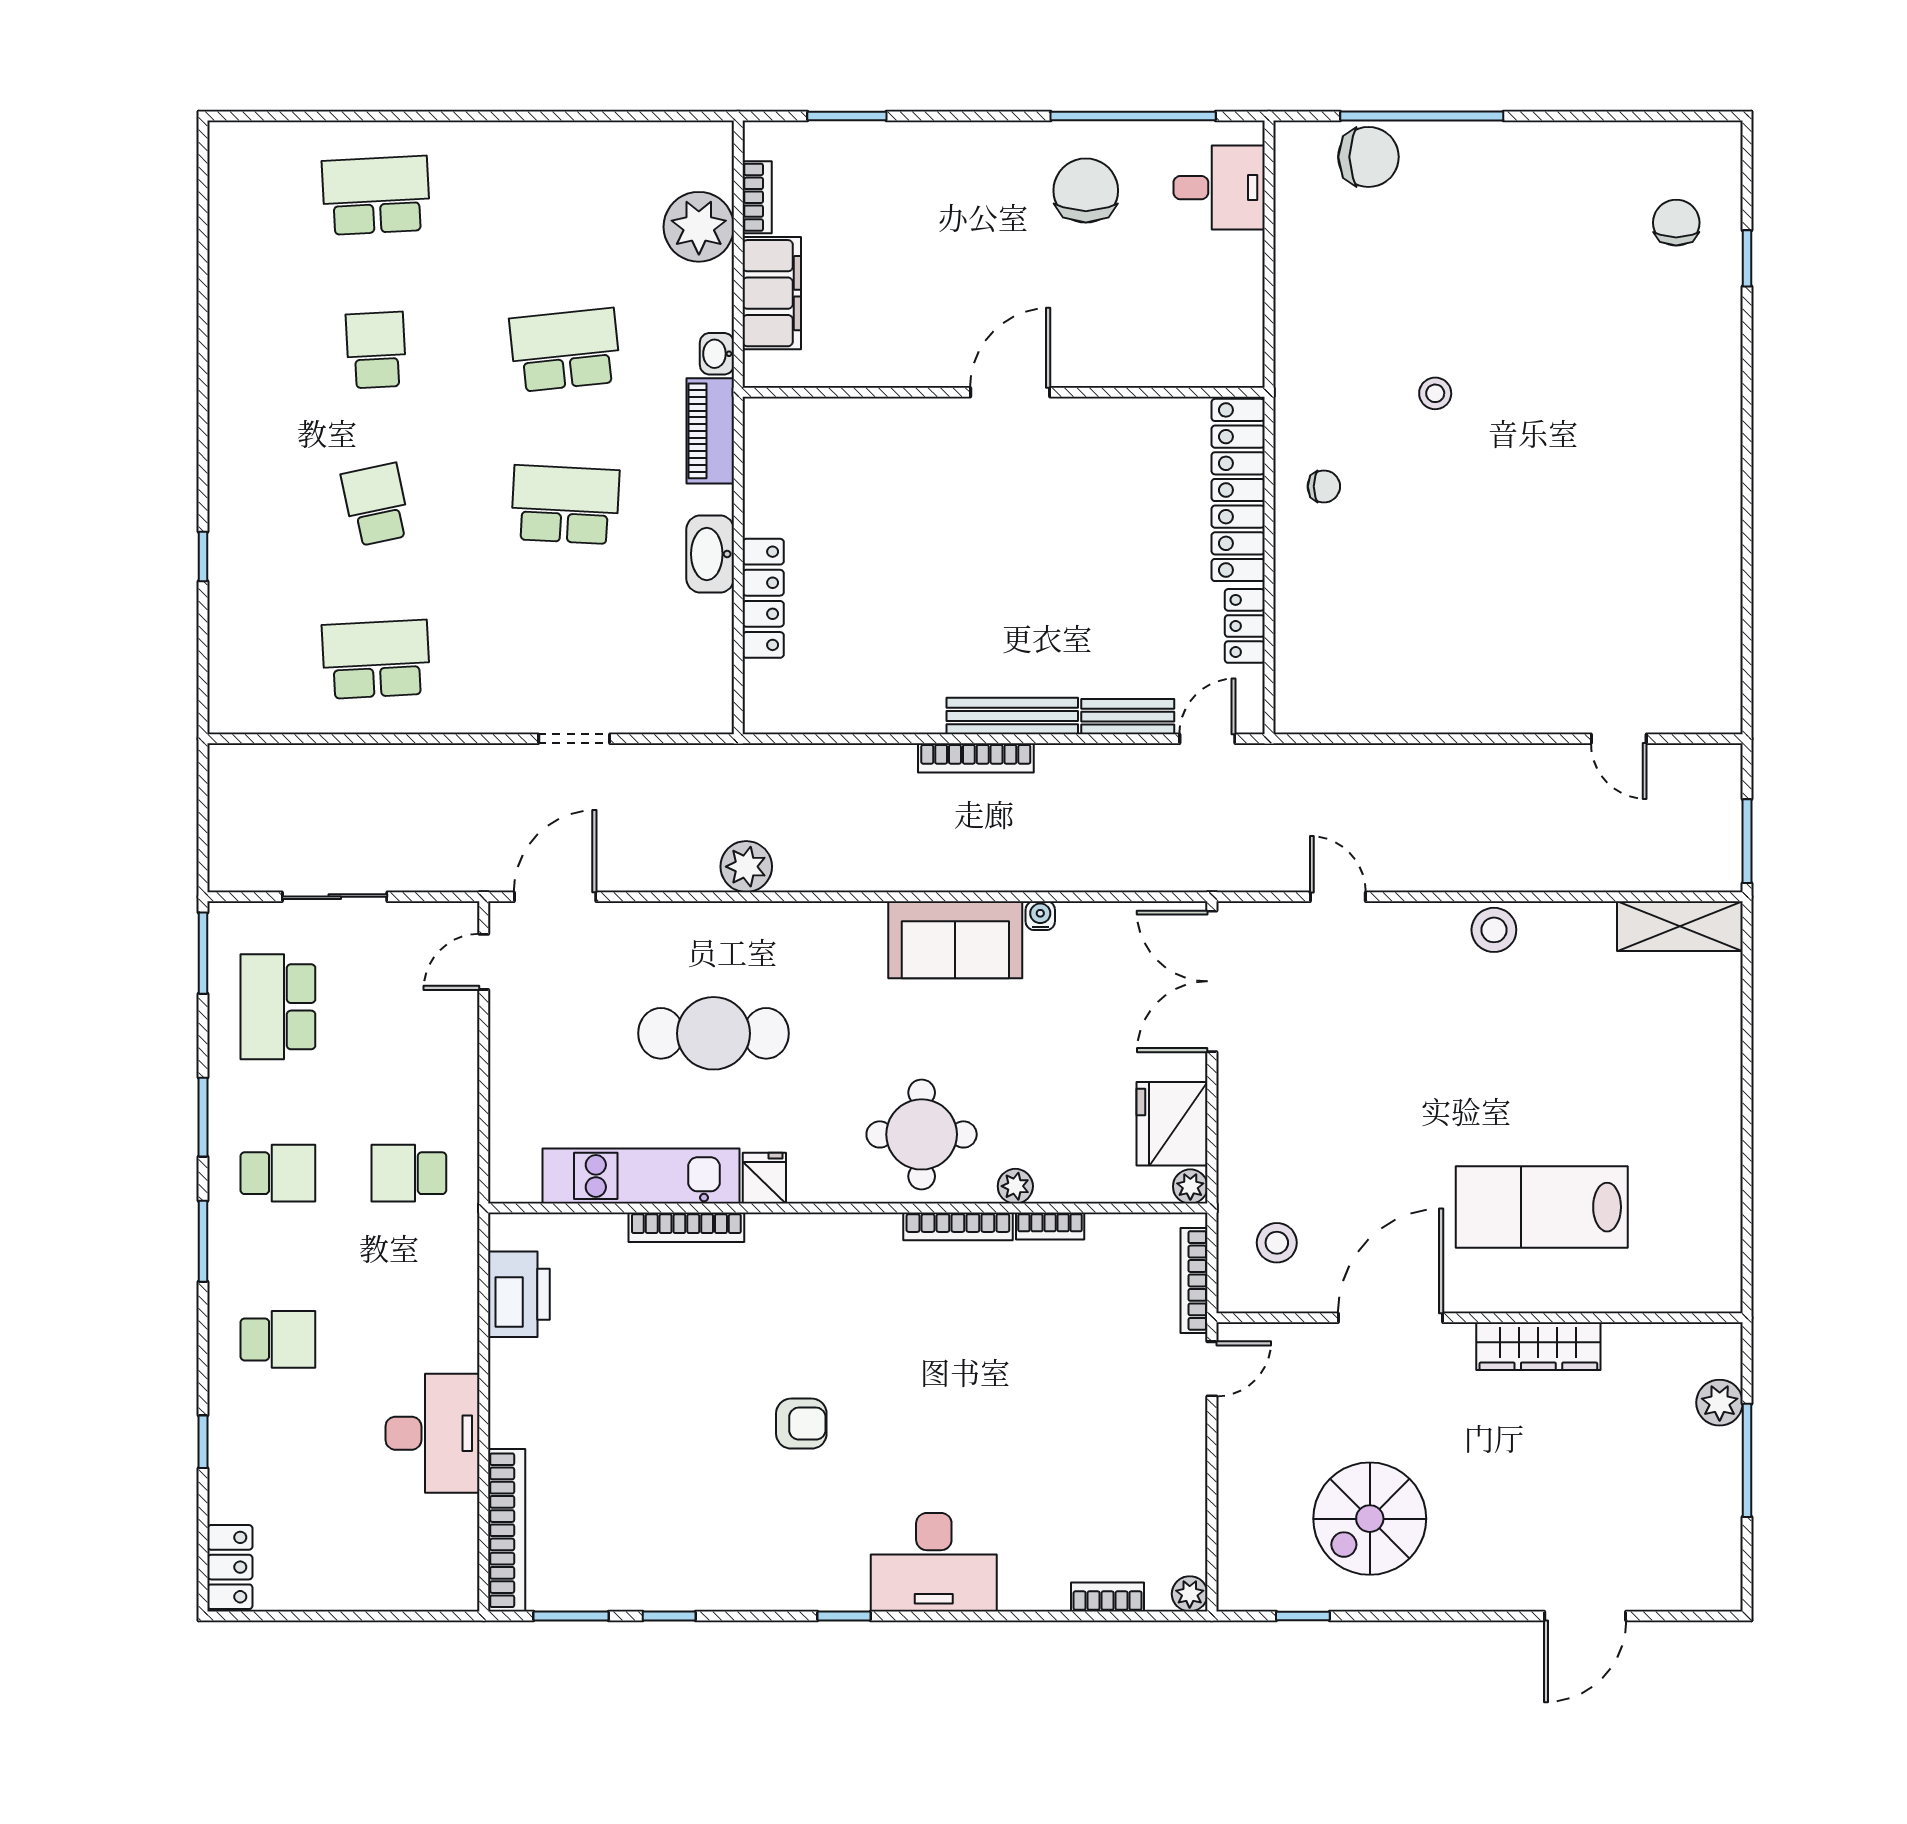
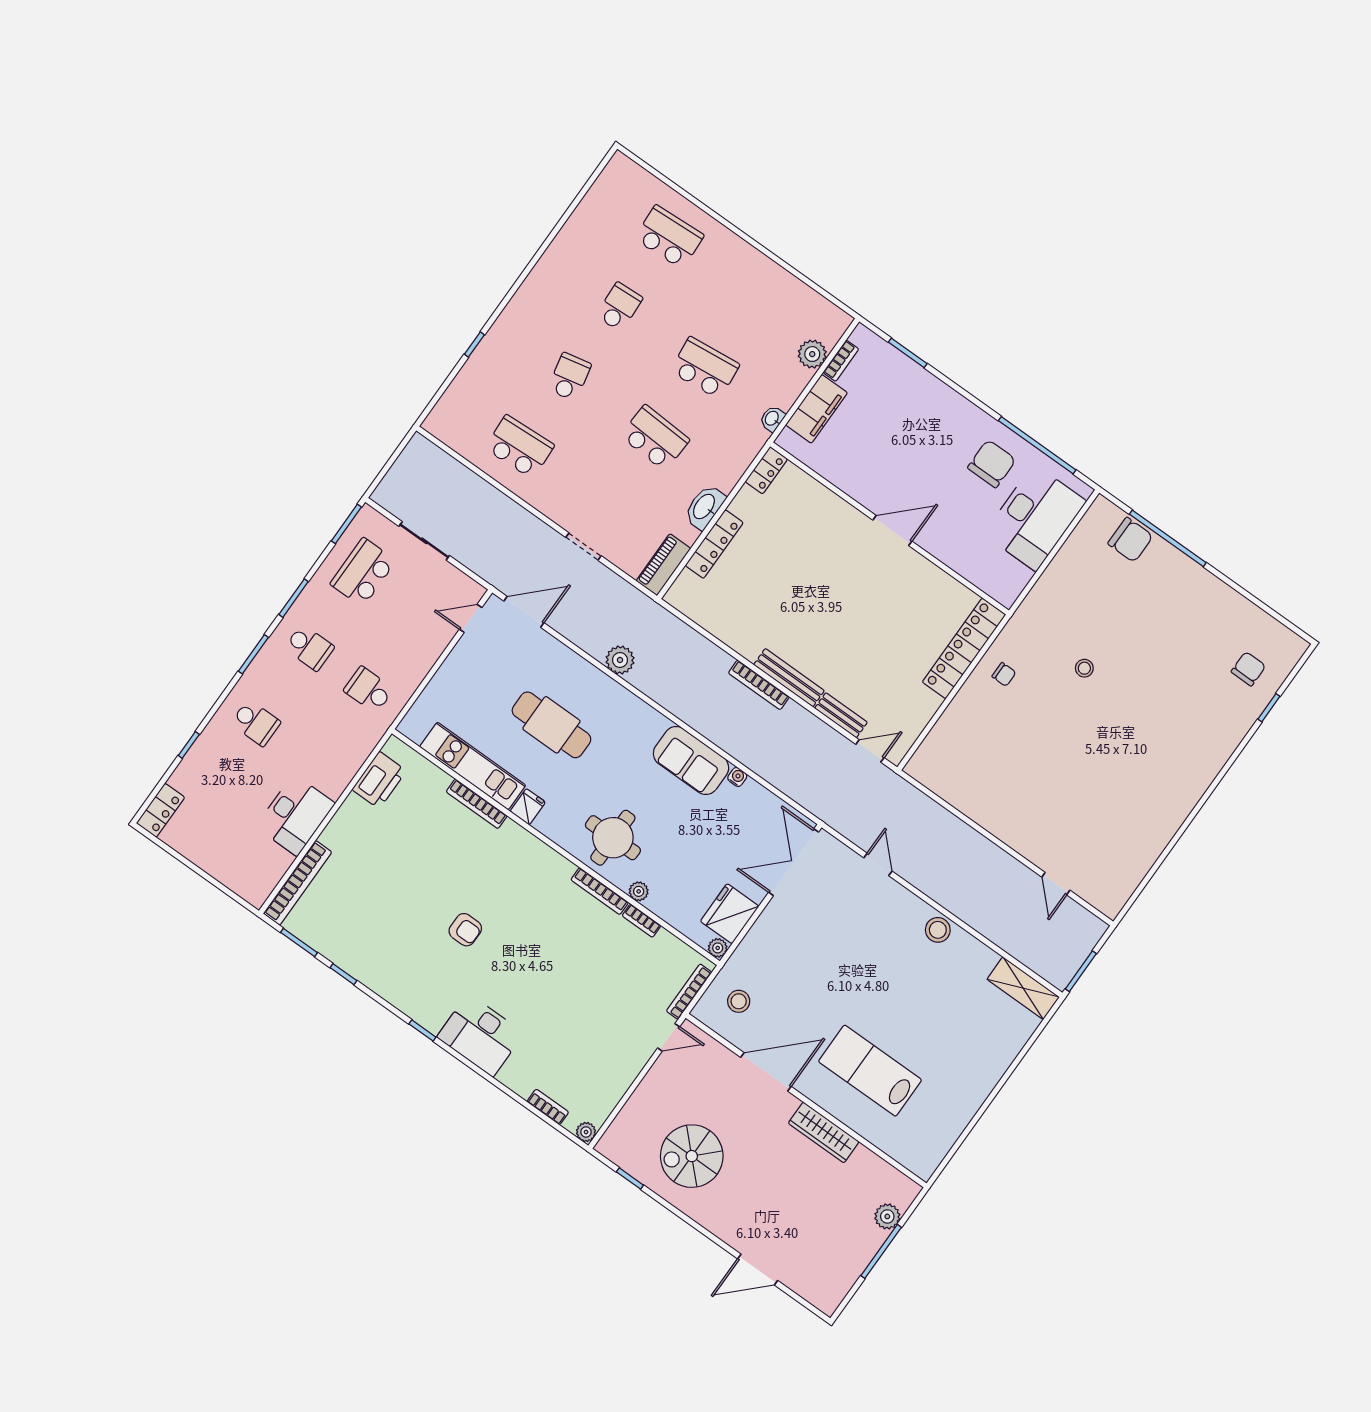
desk: (1219, 188) -> (1035, 518), width x1.87, depth x1.30
plant: (699, 227) -> (812, 354), width x0.73, depth x0.73
piano: (710, 431) -> (663, 565), moved
locker: (1245, 626) -> (766, 470), moved, turned 180

